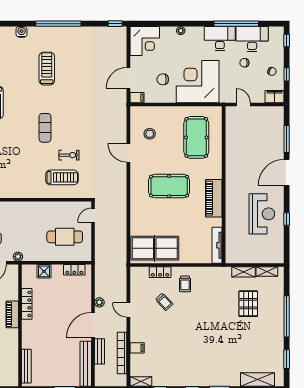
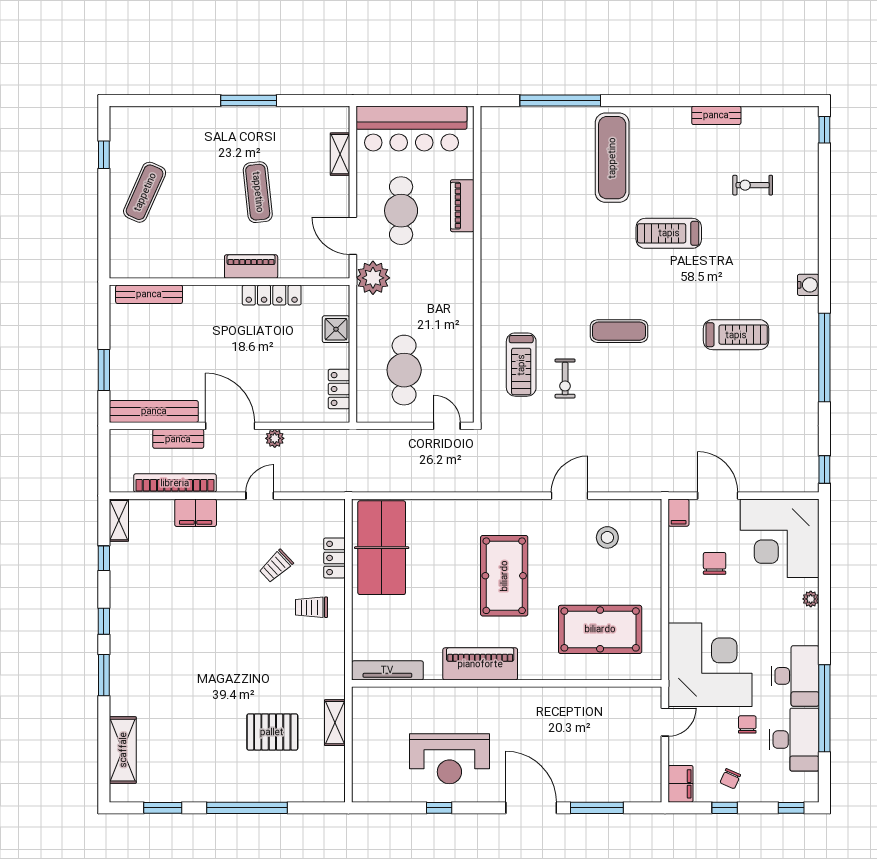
corner desk: (145, 41) -> (780, 538), width x1.36, depth x1.36
corner desk: (198, 82) -> (710, 665), moved
plant: (18, 257) -> (373, 278), width x1.88, depth x1.88
shelving: (267, 272) -> (336, 768), removed
filing cabinet: (137, 348) -> (196, 513), width x2.00

